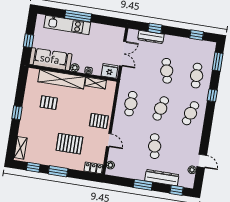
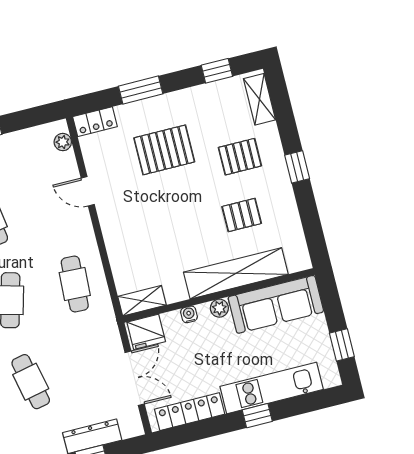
window: (78, 16) -> (257, 416), width x0.46
locker: (106, 30) -> (190, 412), added
window: (29, 41) -> (342, 345), moved
double door: (123, 54) -> (135, 378), swing flipped
shelving: (96, 83) -> (142, 301), moved
pallet: (99, 121) -> (240, 157), moved
window: (58, 171) -> (141, 90), moved

